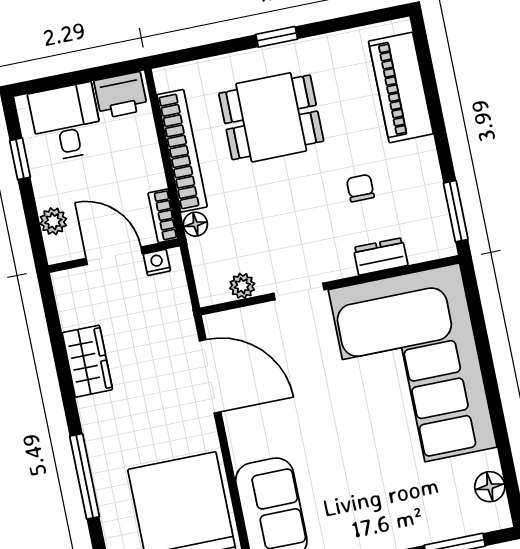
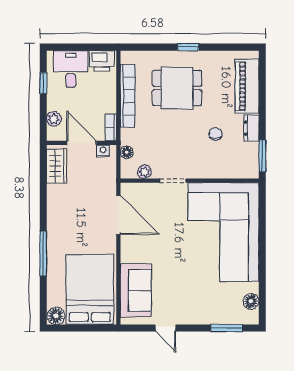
floor lamp: (195, 224) -> (127, 152), moved
dresser: (381, 256) -> (251, 128), moved, turned -90
wardrobe: (87, 361) -> (57, 166), moved

